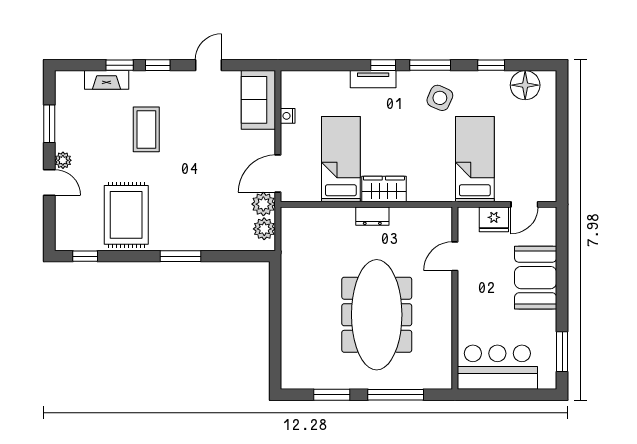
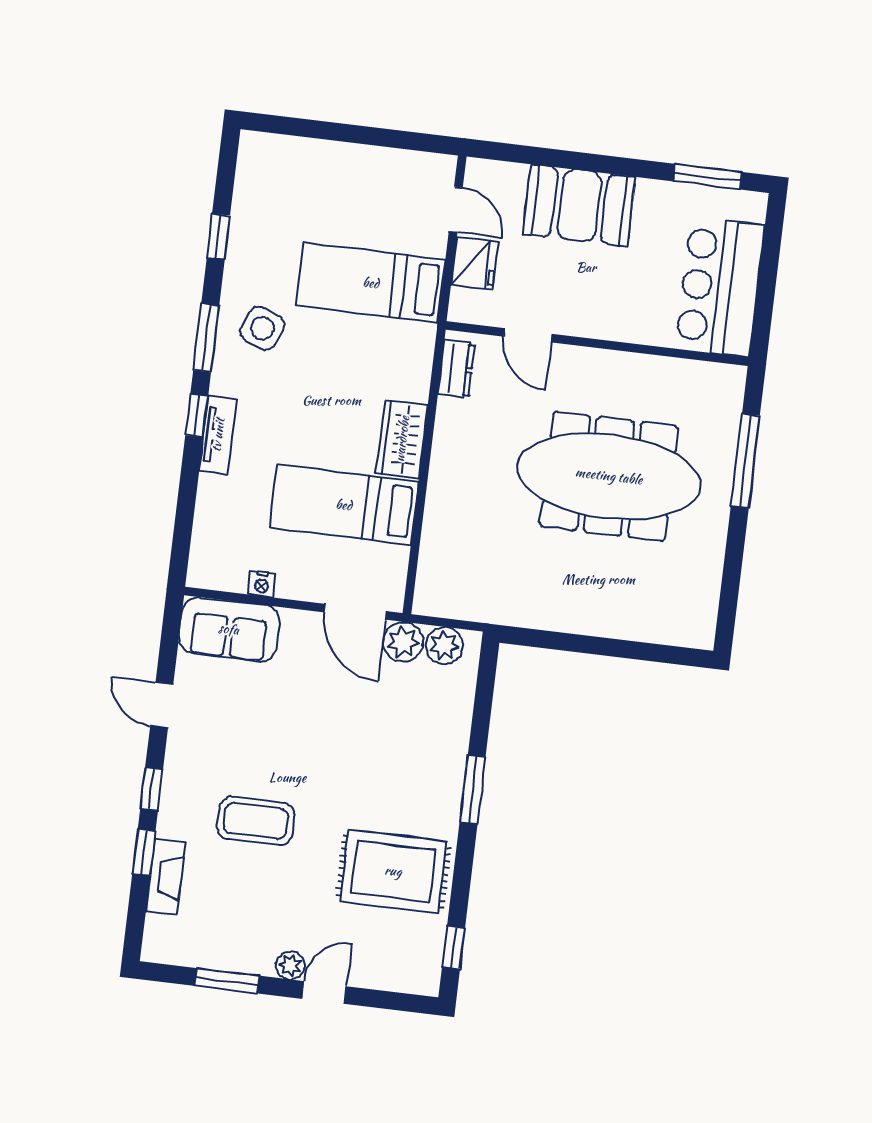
floor lamp: (525, 85) -> (258, 184), removed
dresser: (372, 216) -> (456, 369), moved
window: (332, 395) -> (732, 567), removed

